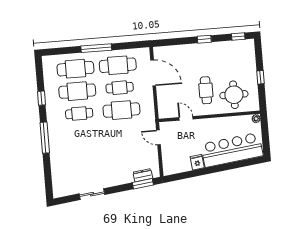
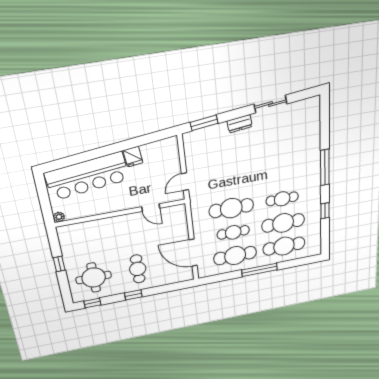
cafe table: (206, 90) -> (138, 269), moved
round table: (234, 95) -> (94, 278), moved
door: (158, 137) -> (185, 182), swing flipped
dresser: (143, 175) -> (240, 124), moved

